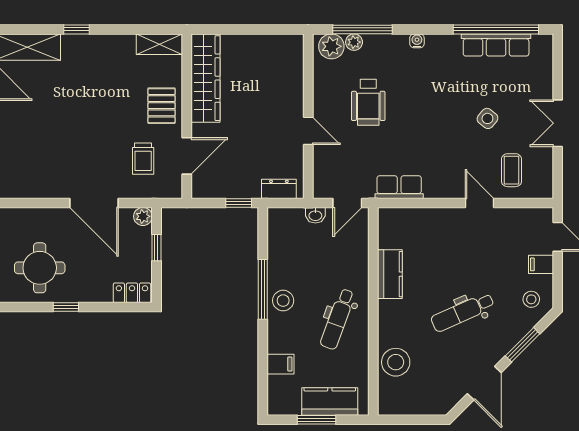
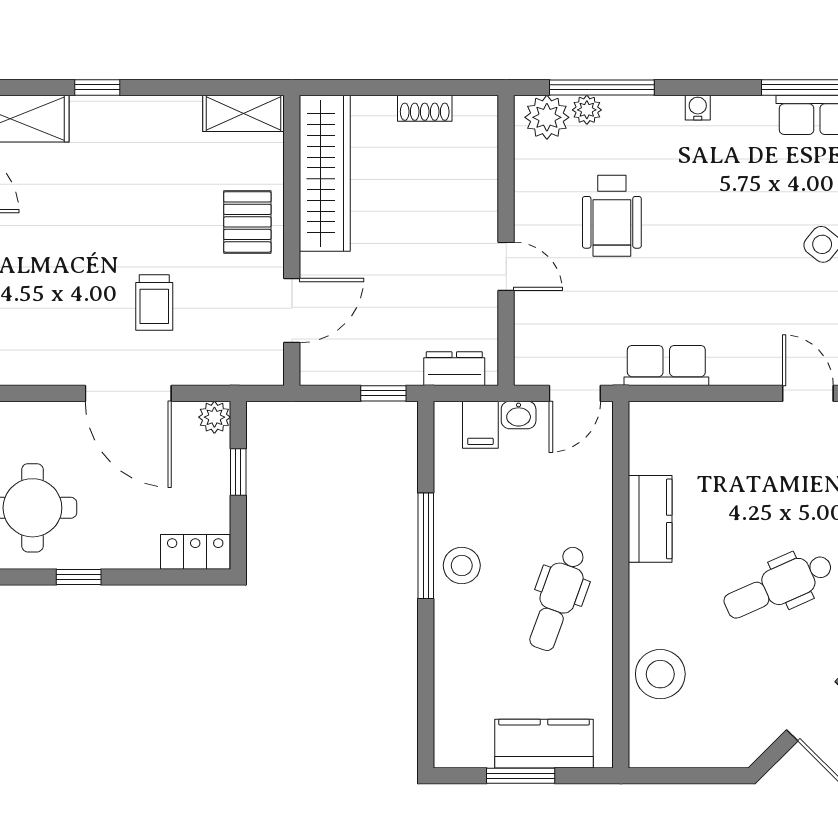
shoe rack: (262, 41) -> (425, 108), added
trolley: (143, 159) -> (154, 302), moved
filing cabinet: (280, 364) -> (480, 425), moved, turned 90

